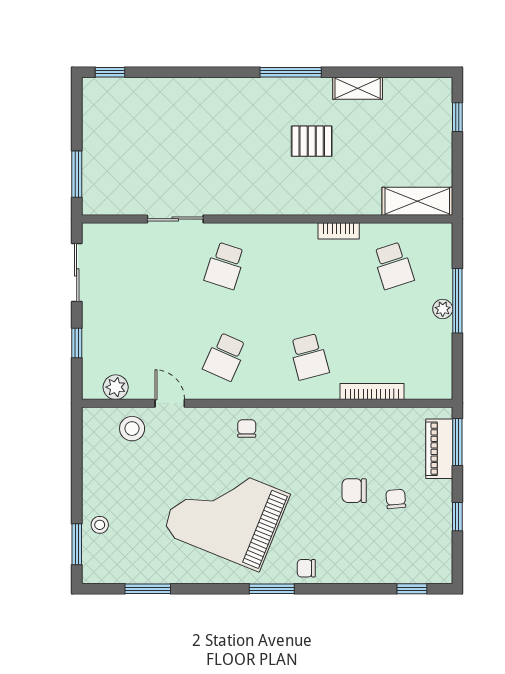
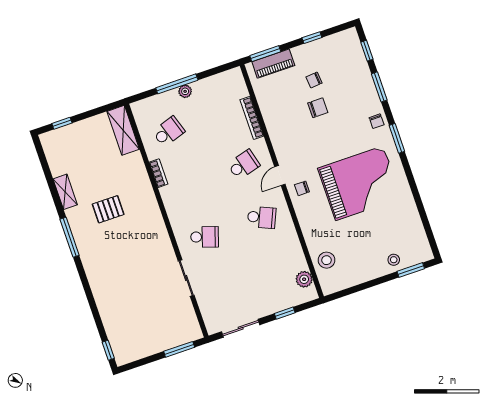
pallet: (312, 141) -> (108, 209), turned 90
door: (170, 403) -> (280, 175), moved
chair: (354, 491) -> (318, 108), turned -90
grand piano: (226, 514) -> (360, 183), turned -112
window: (148, 589) -> (379, 87), moved

